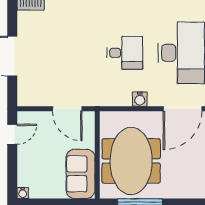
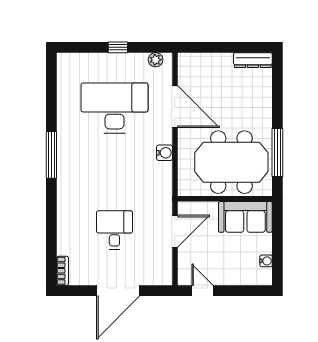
desk: (125, 53) -> (114, 230), moved
water cooler: (23, 193) -> (266, 261), moved

